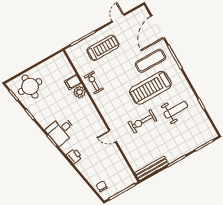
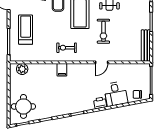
filing cabinet: (73, 82) -> (62, 70), moved
exercise bike: (94, 83) -> (67, 48), moved
plant: (79, 92) -> (22, 69), moved
desk: (61, 131) -> (116, 94), moved

